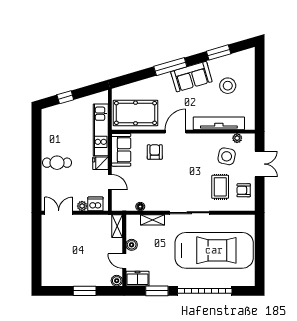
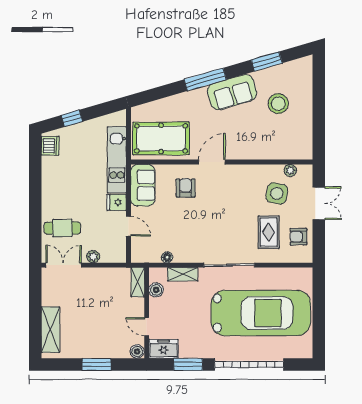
tv unit: (219, 123) -> (267, 151), removed
cafe table: (57, 163) -> (62, 228), moved
dishwasher: (95, 204) -> (50, 146), moved, turned 90
boiler: (132, 245) -> (156, 290), moved
shelving: (48, 264) -> (50, 330), added

